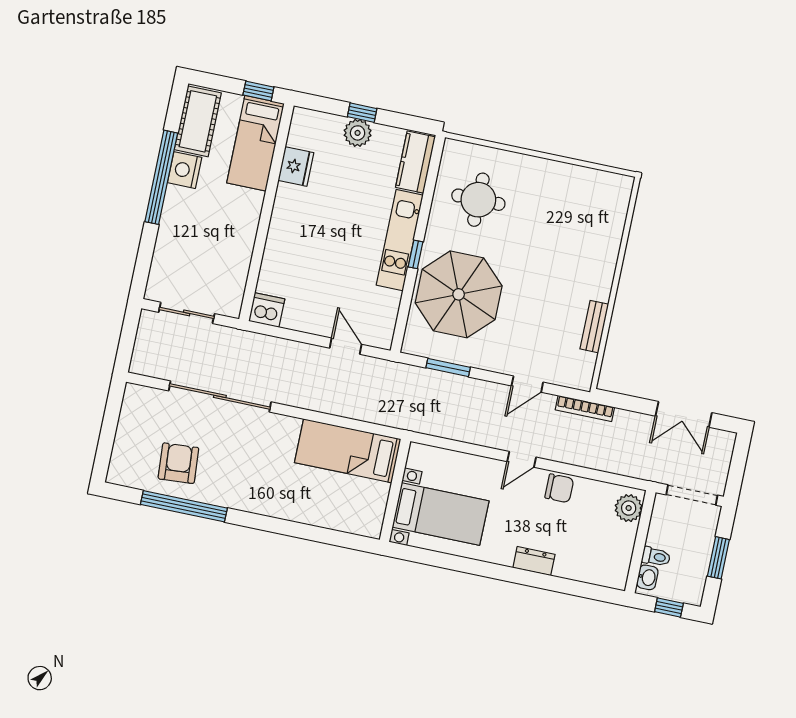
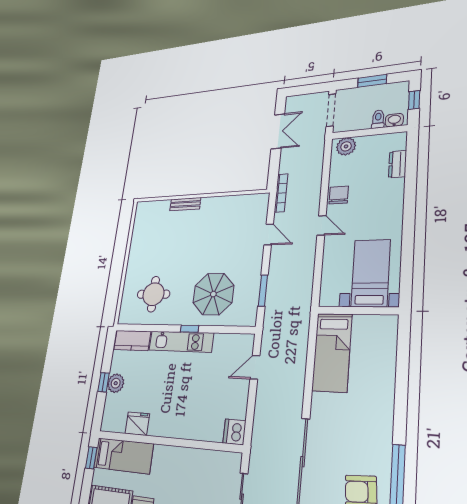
parasol: (459, 294) -> (213, 294), width x0.73, depth x0.73
bench: (594, 327) -> (185, 204), moved
dresser: (534, 561) -> (397, 164), moved

